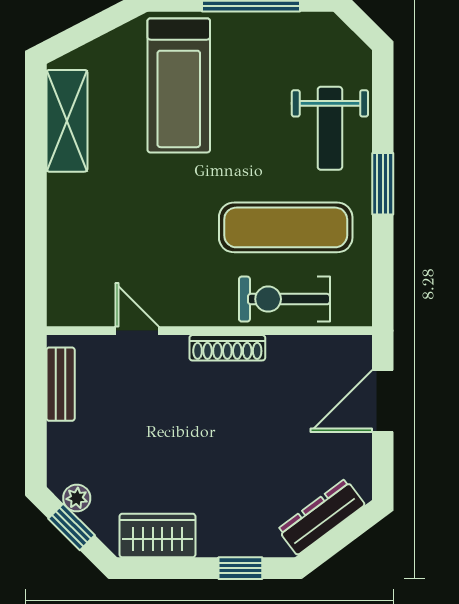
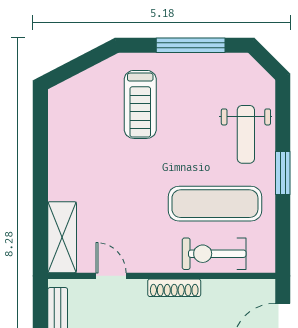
treadmill: (179, 85) -> (140, 104), width x0.73, depth x0.73
shelving: (67, 121) -> (62, 237), moved

